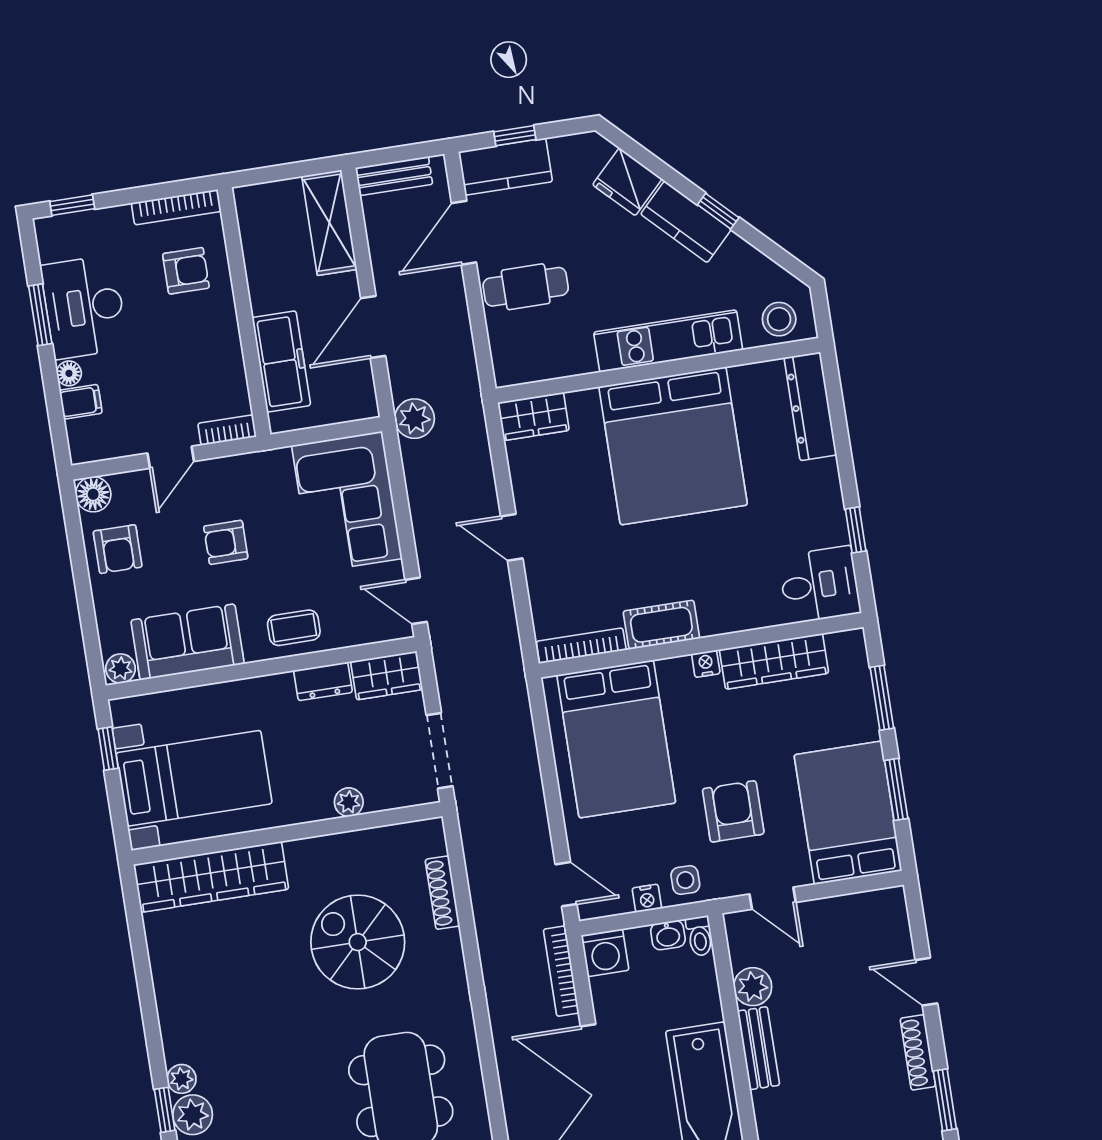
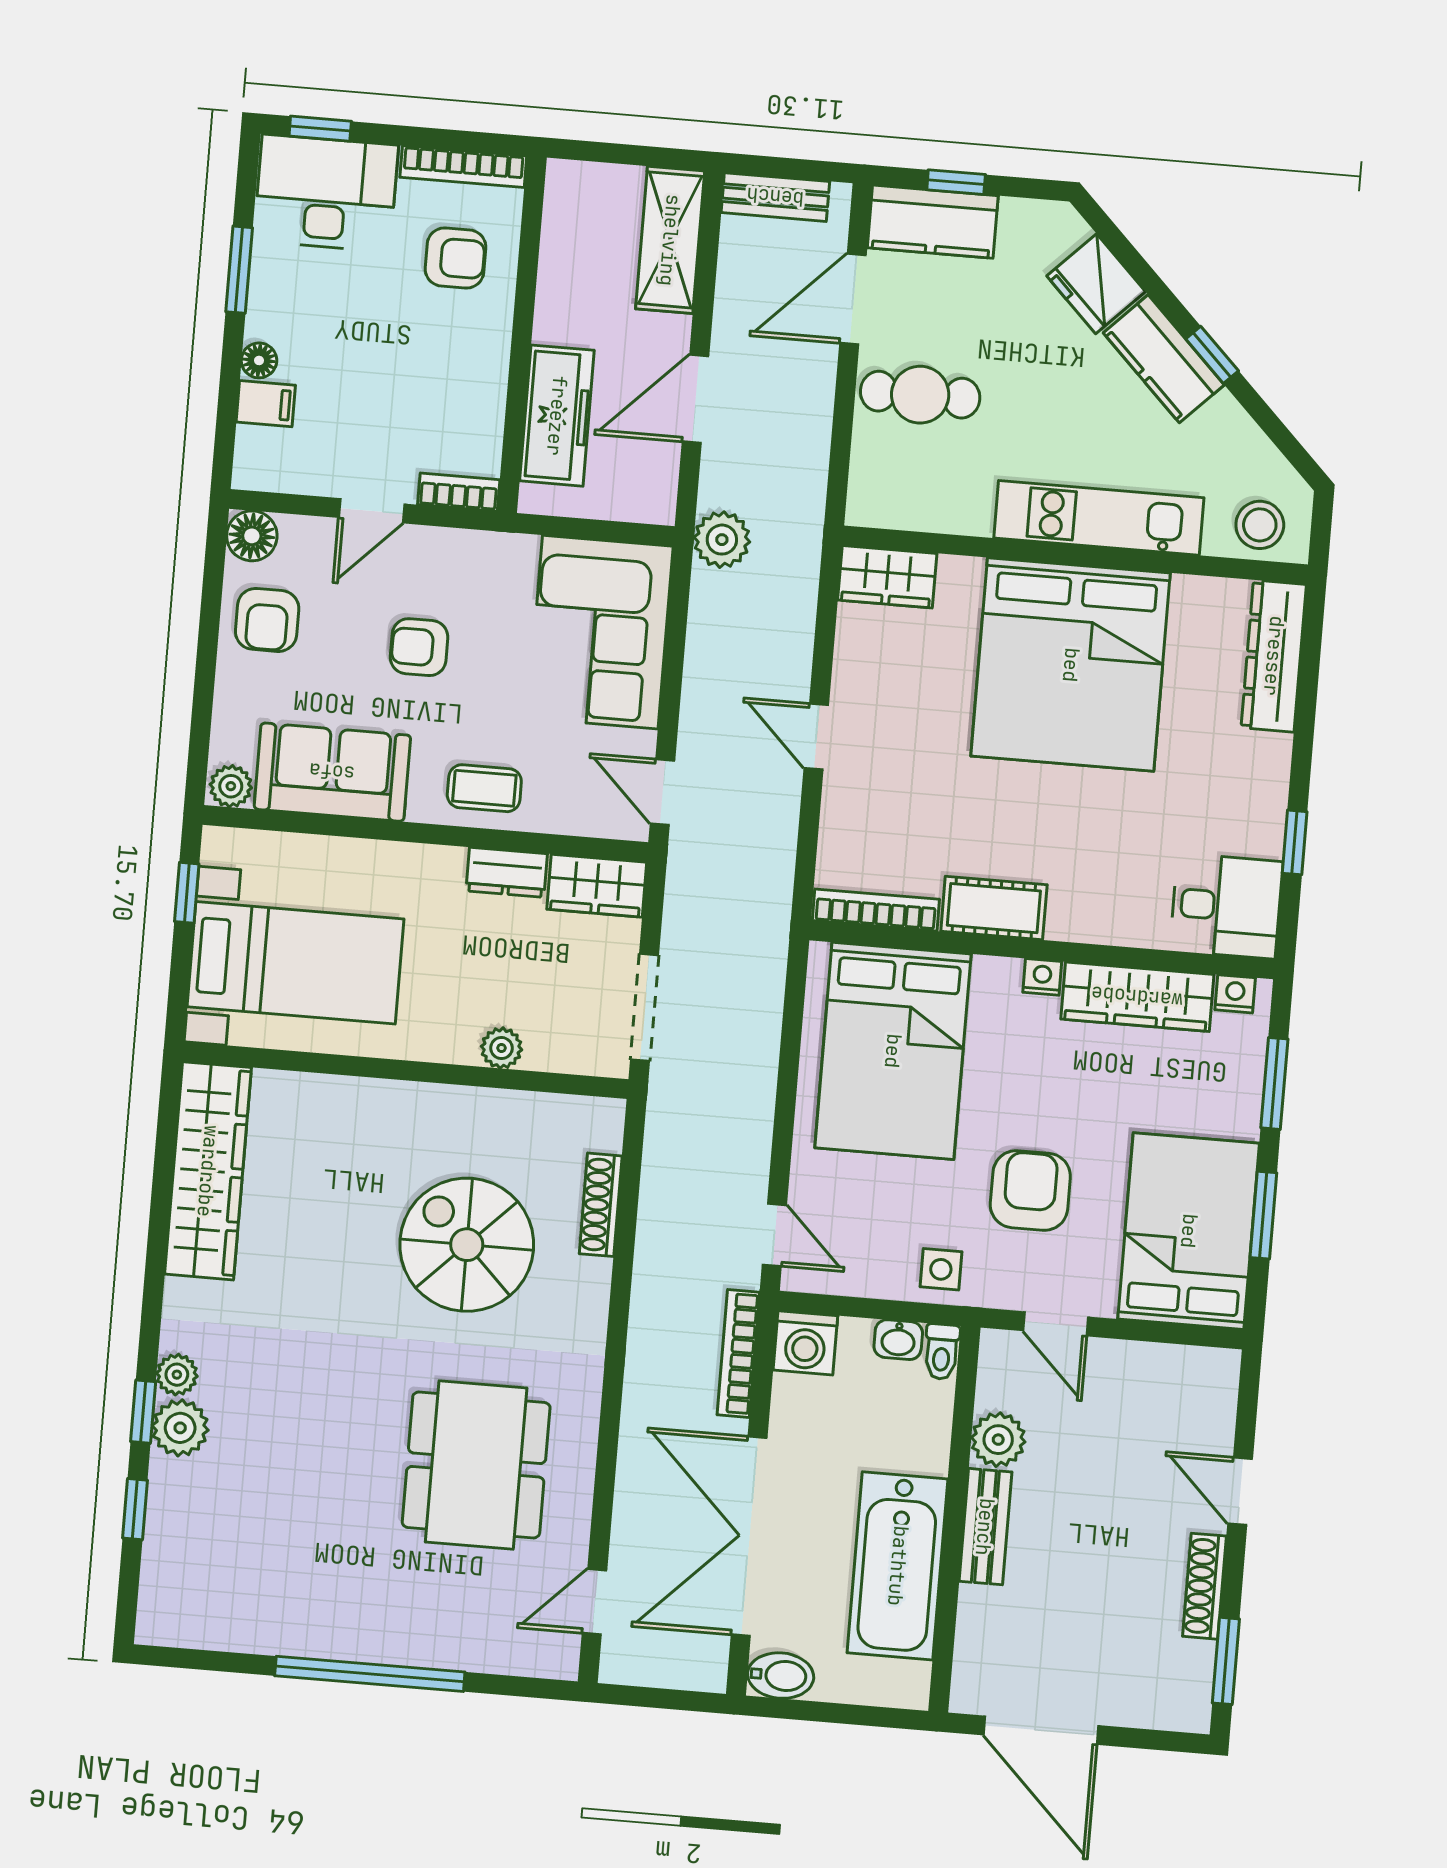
desk: (84, 307) -> (326, 193), moved, turned 90
wardrobe: (211, 877) -> (208, 1171), moved, turned -90
nightstand: (647, 898) -> (1235, 994), moved, turned 180

